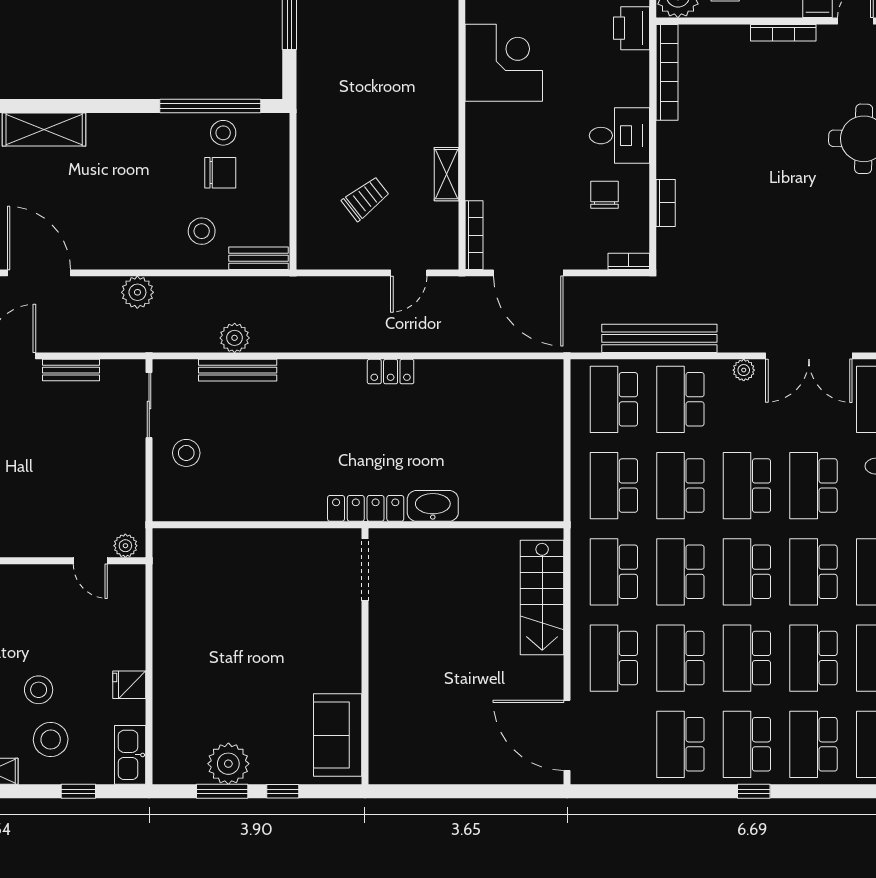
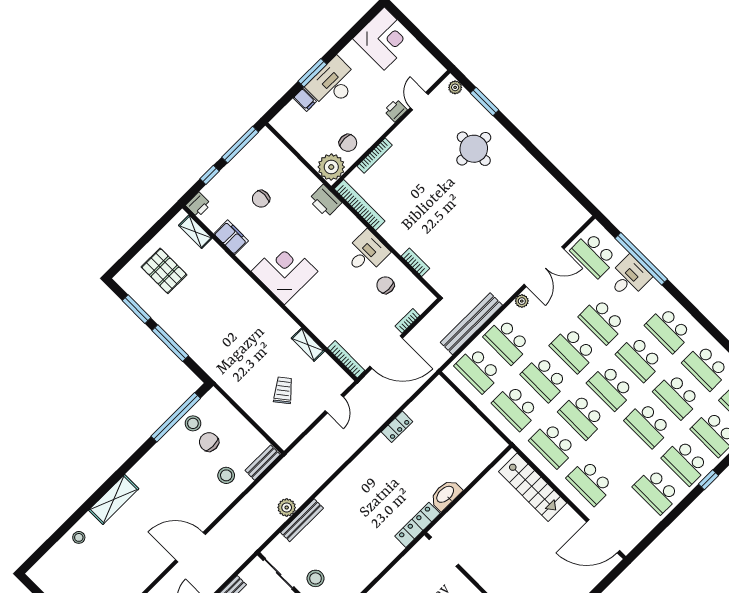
bookcase: (783, 33) -> (375, 156), moved
chair: (220, 173) -> (209, 442), turned -90
bookcase: (629, 261) -> (407, 321), moved
door: (39, 273) -> (190, 547), moved
plant: (137, 292) -> (225, 530), removed
locker: (391, 372) -> (397, 427), moved
school desk: (680, 658) -> (619, 454), removed

